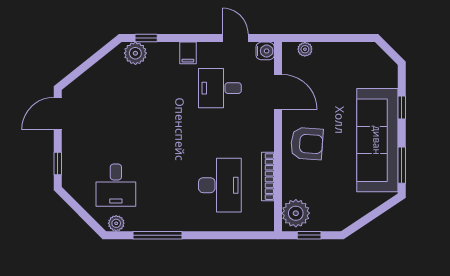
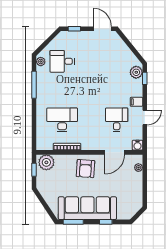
door: (235, 38) -> (145, 118), moved
desk: (220, 185) -> (62, 120), turned 180

